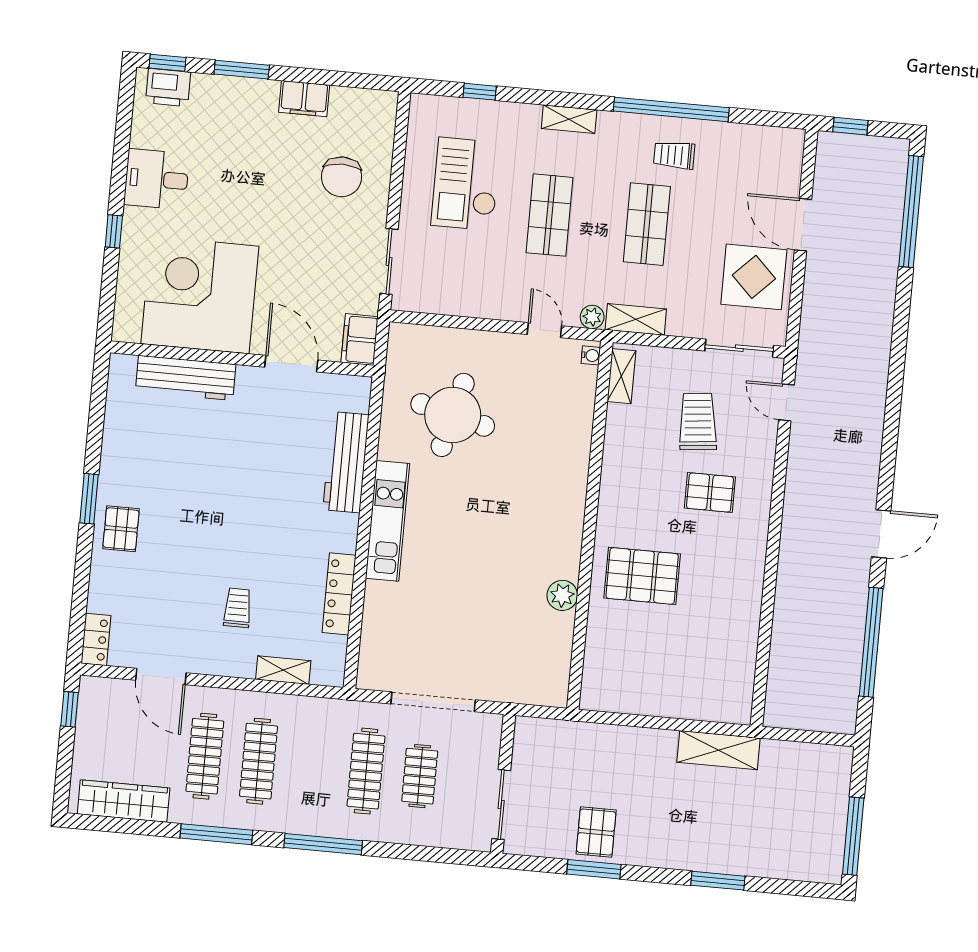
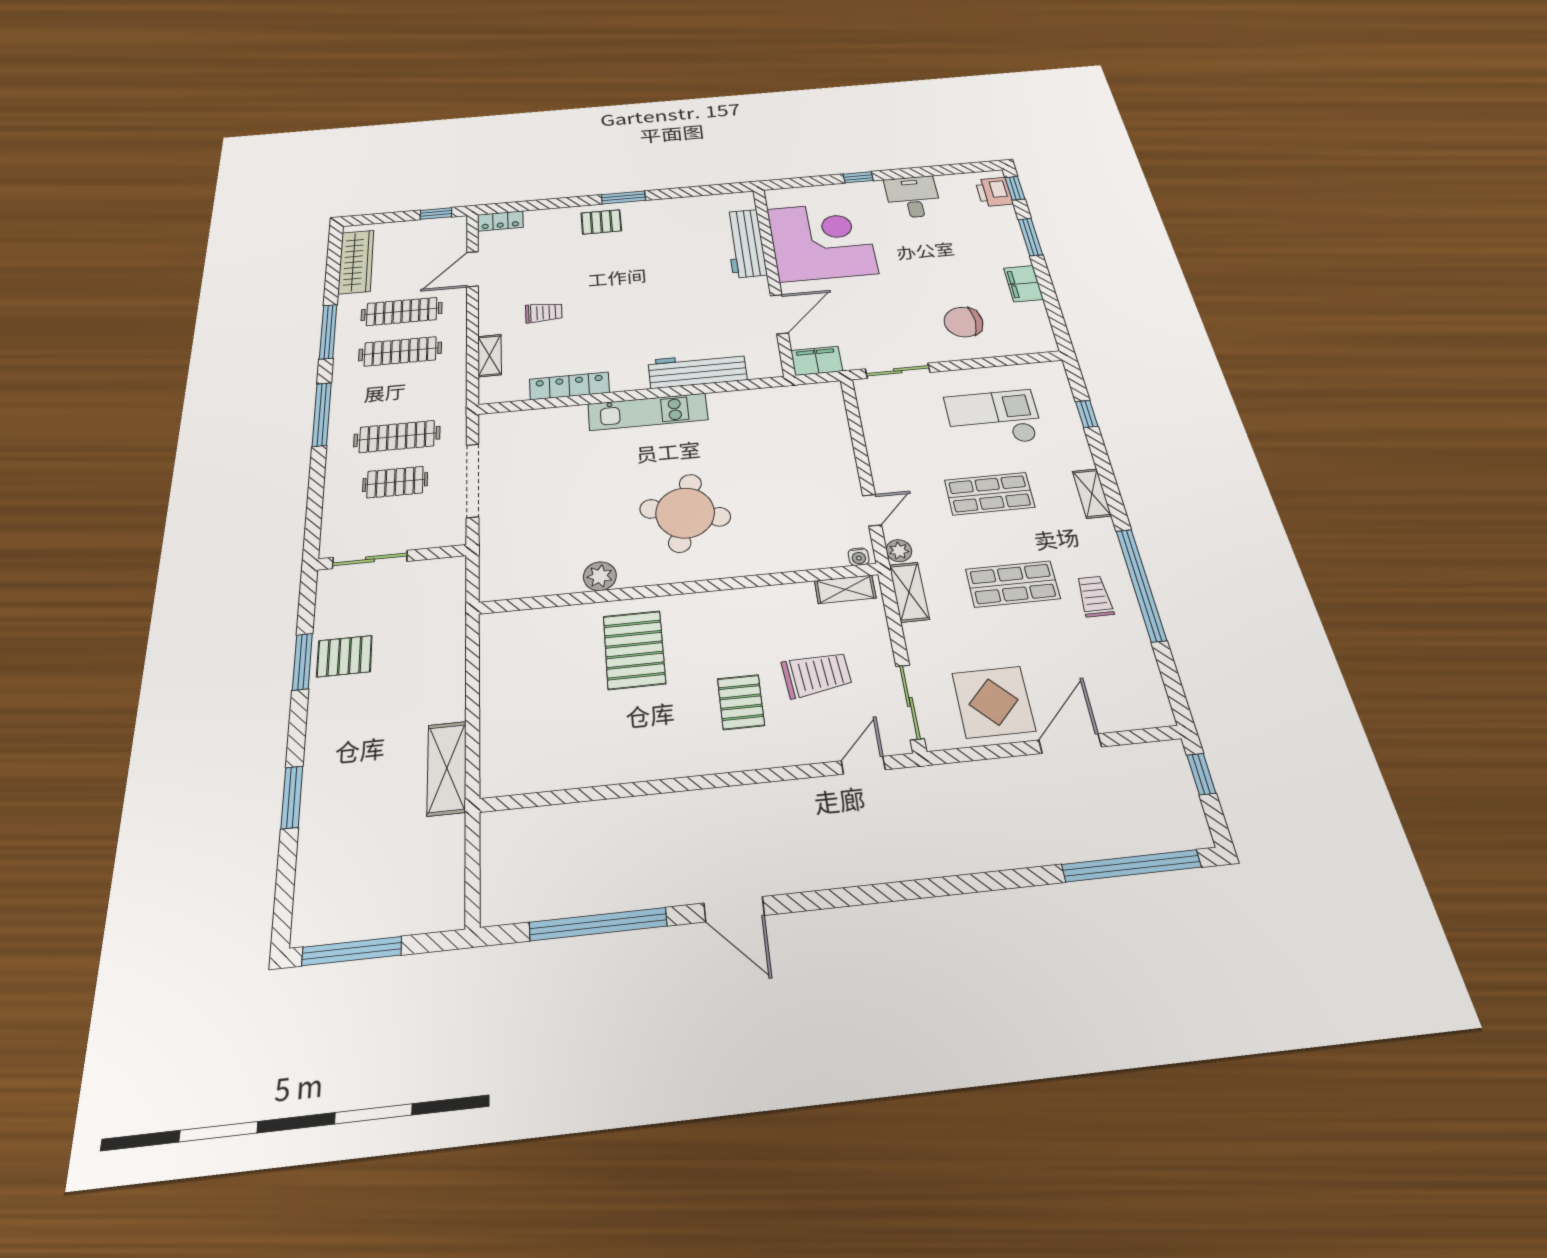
round table: (453, 415) -> (685, 513), moved

